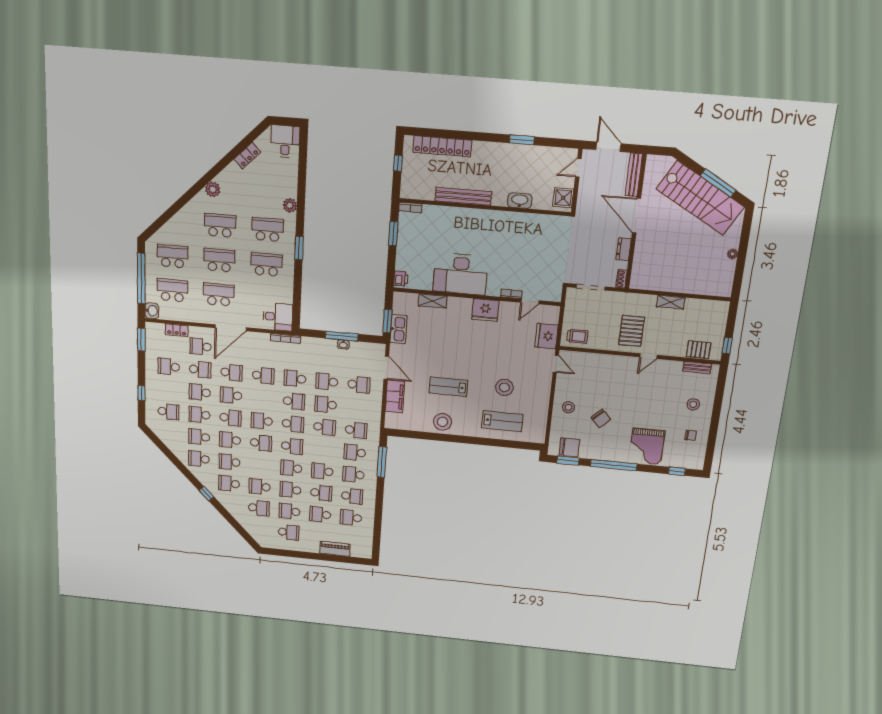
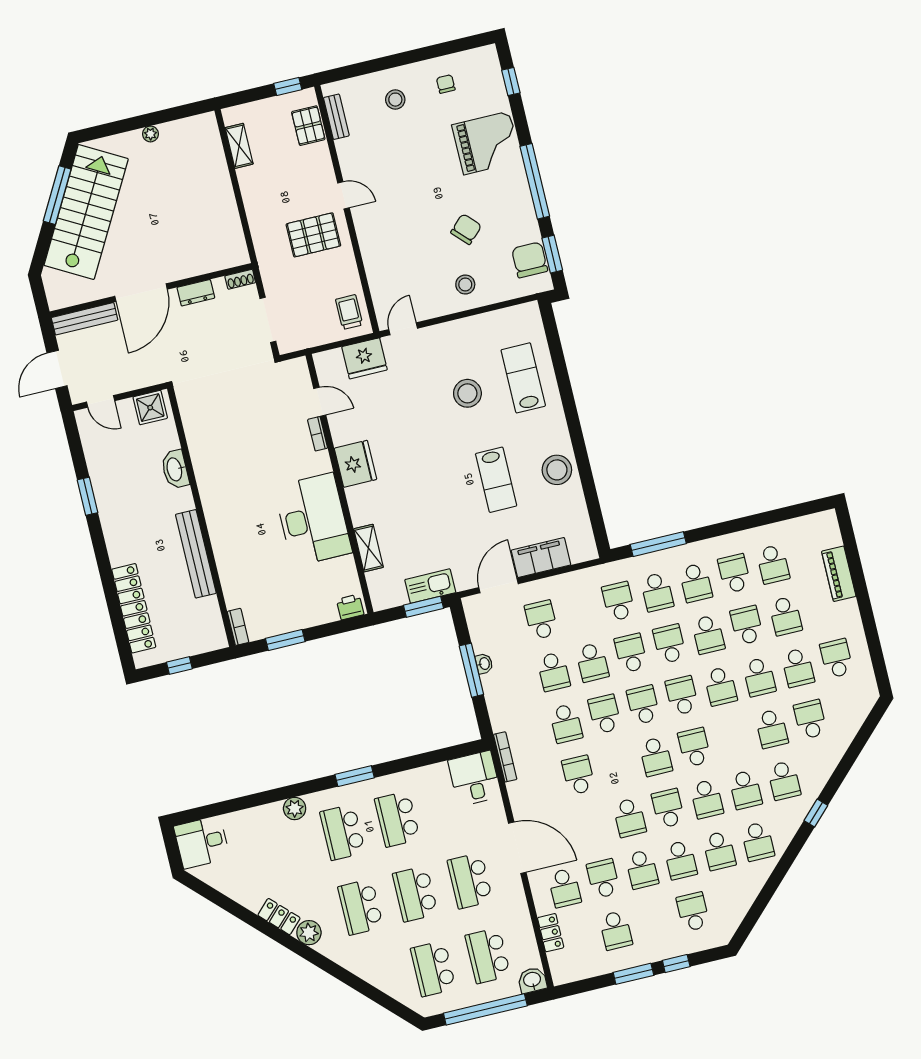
locker: (247, 156) -> (279, 917), moved
shelving: (671, 302) -> (239, 146), moved
window: (141, 339) -> (633, 974), moved
school desk: (232, 373) -> (670, 644), moved

